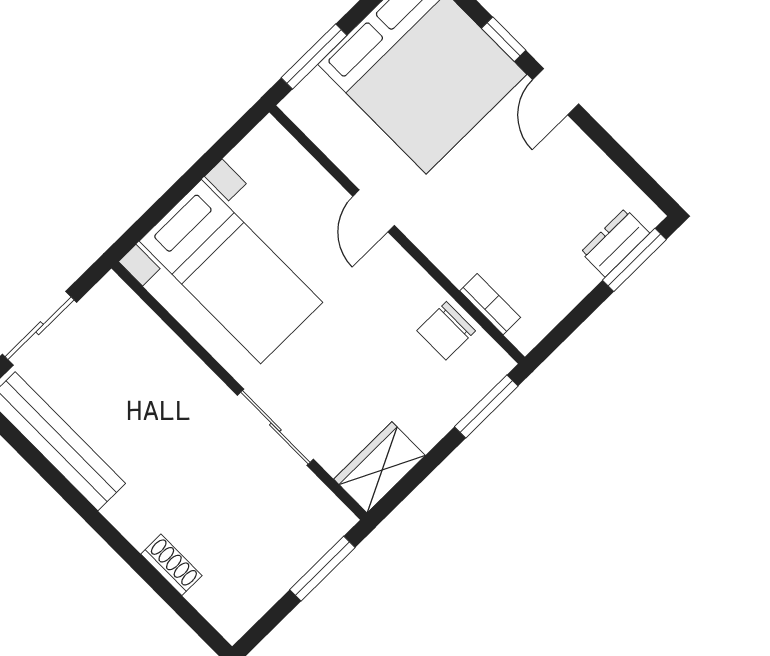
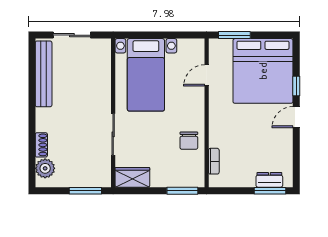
door: (374, 211) -> (207, 75), moved
chair: (446, 331) -> (189, 141), moved, turned -90
plant: (217, 598) -> (45, 168), added

